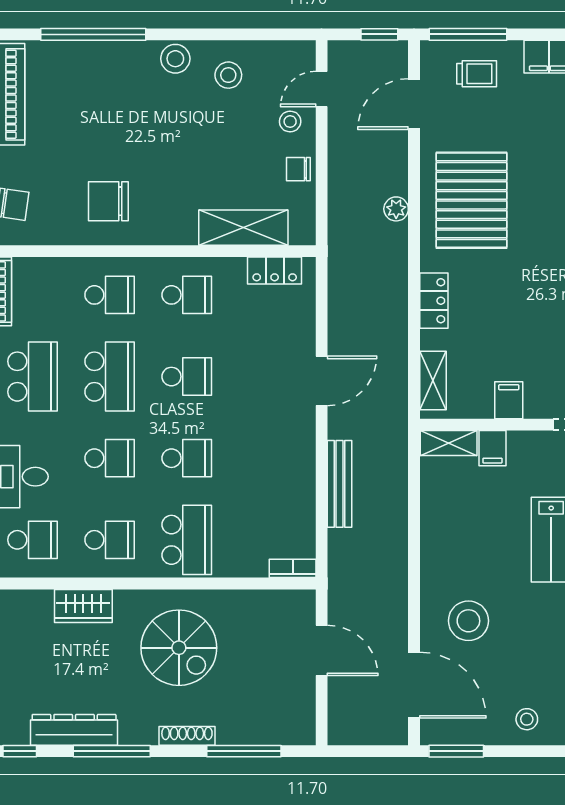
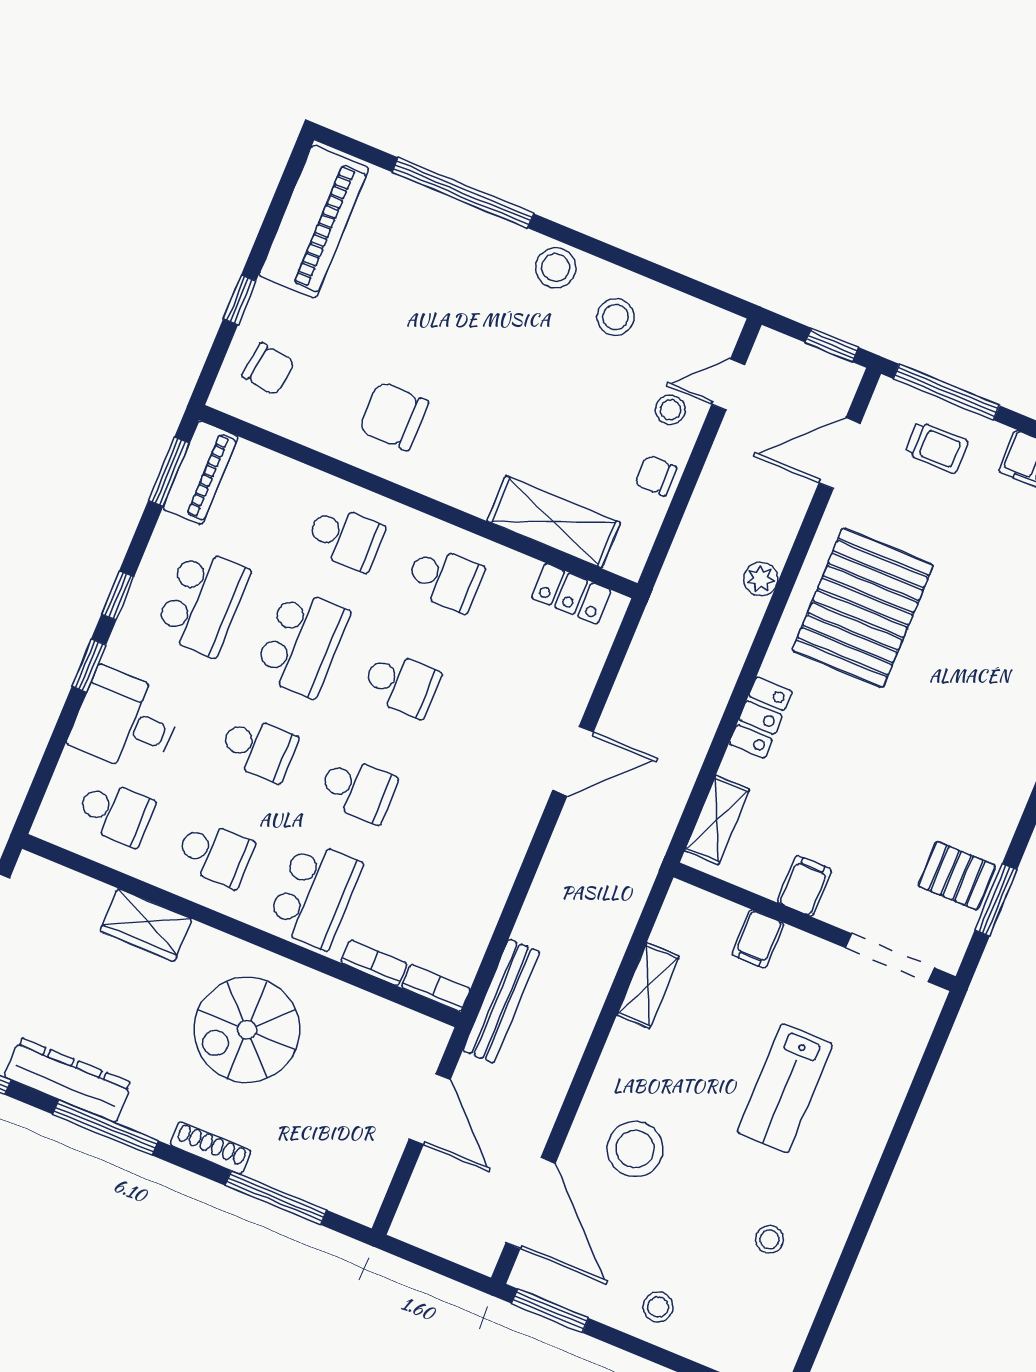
shelving: (449, 443) -> (648, 986), moved, turned 90
bench: (339, 484) -> (501, 1001), moved
bookcase: (245, 569) -> (374, 963), added
spiral stairs: (179, 648) -> (247, 1030), turned 90

